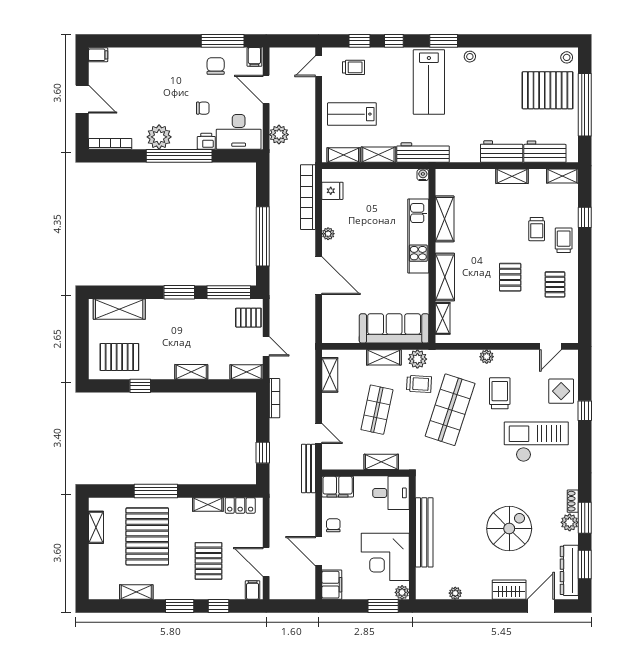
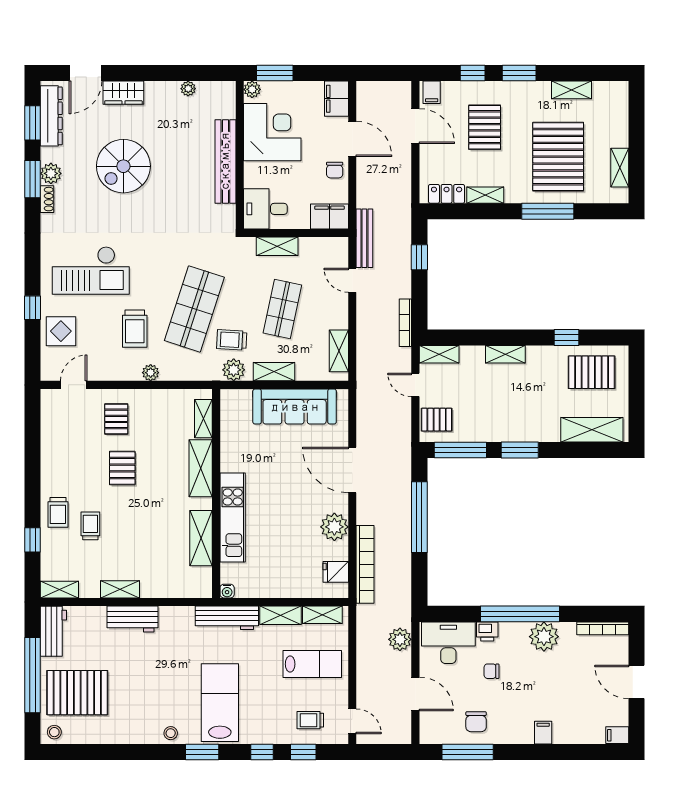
filing cabinet: (254, 57) -> (543, 733), moved
door: (319, 66) -> (352, 721), hinge flipped
workbench: (545, 152) -> (53, 631), moved, turned -90
plant: (328, 234) -> (334, 527), width x1.88, depth x1.88
pallet: (555, 284) -> (116, 419), moved
sofa: (394, 328) -> (295, 407), moved

